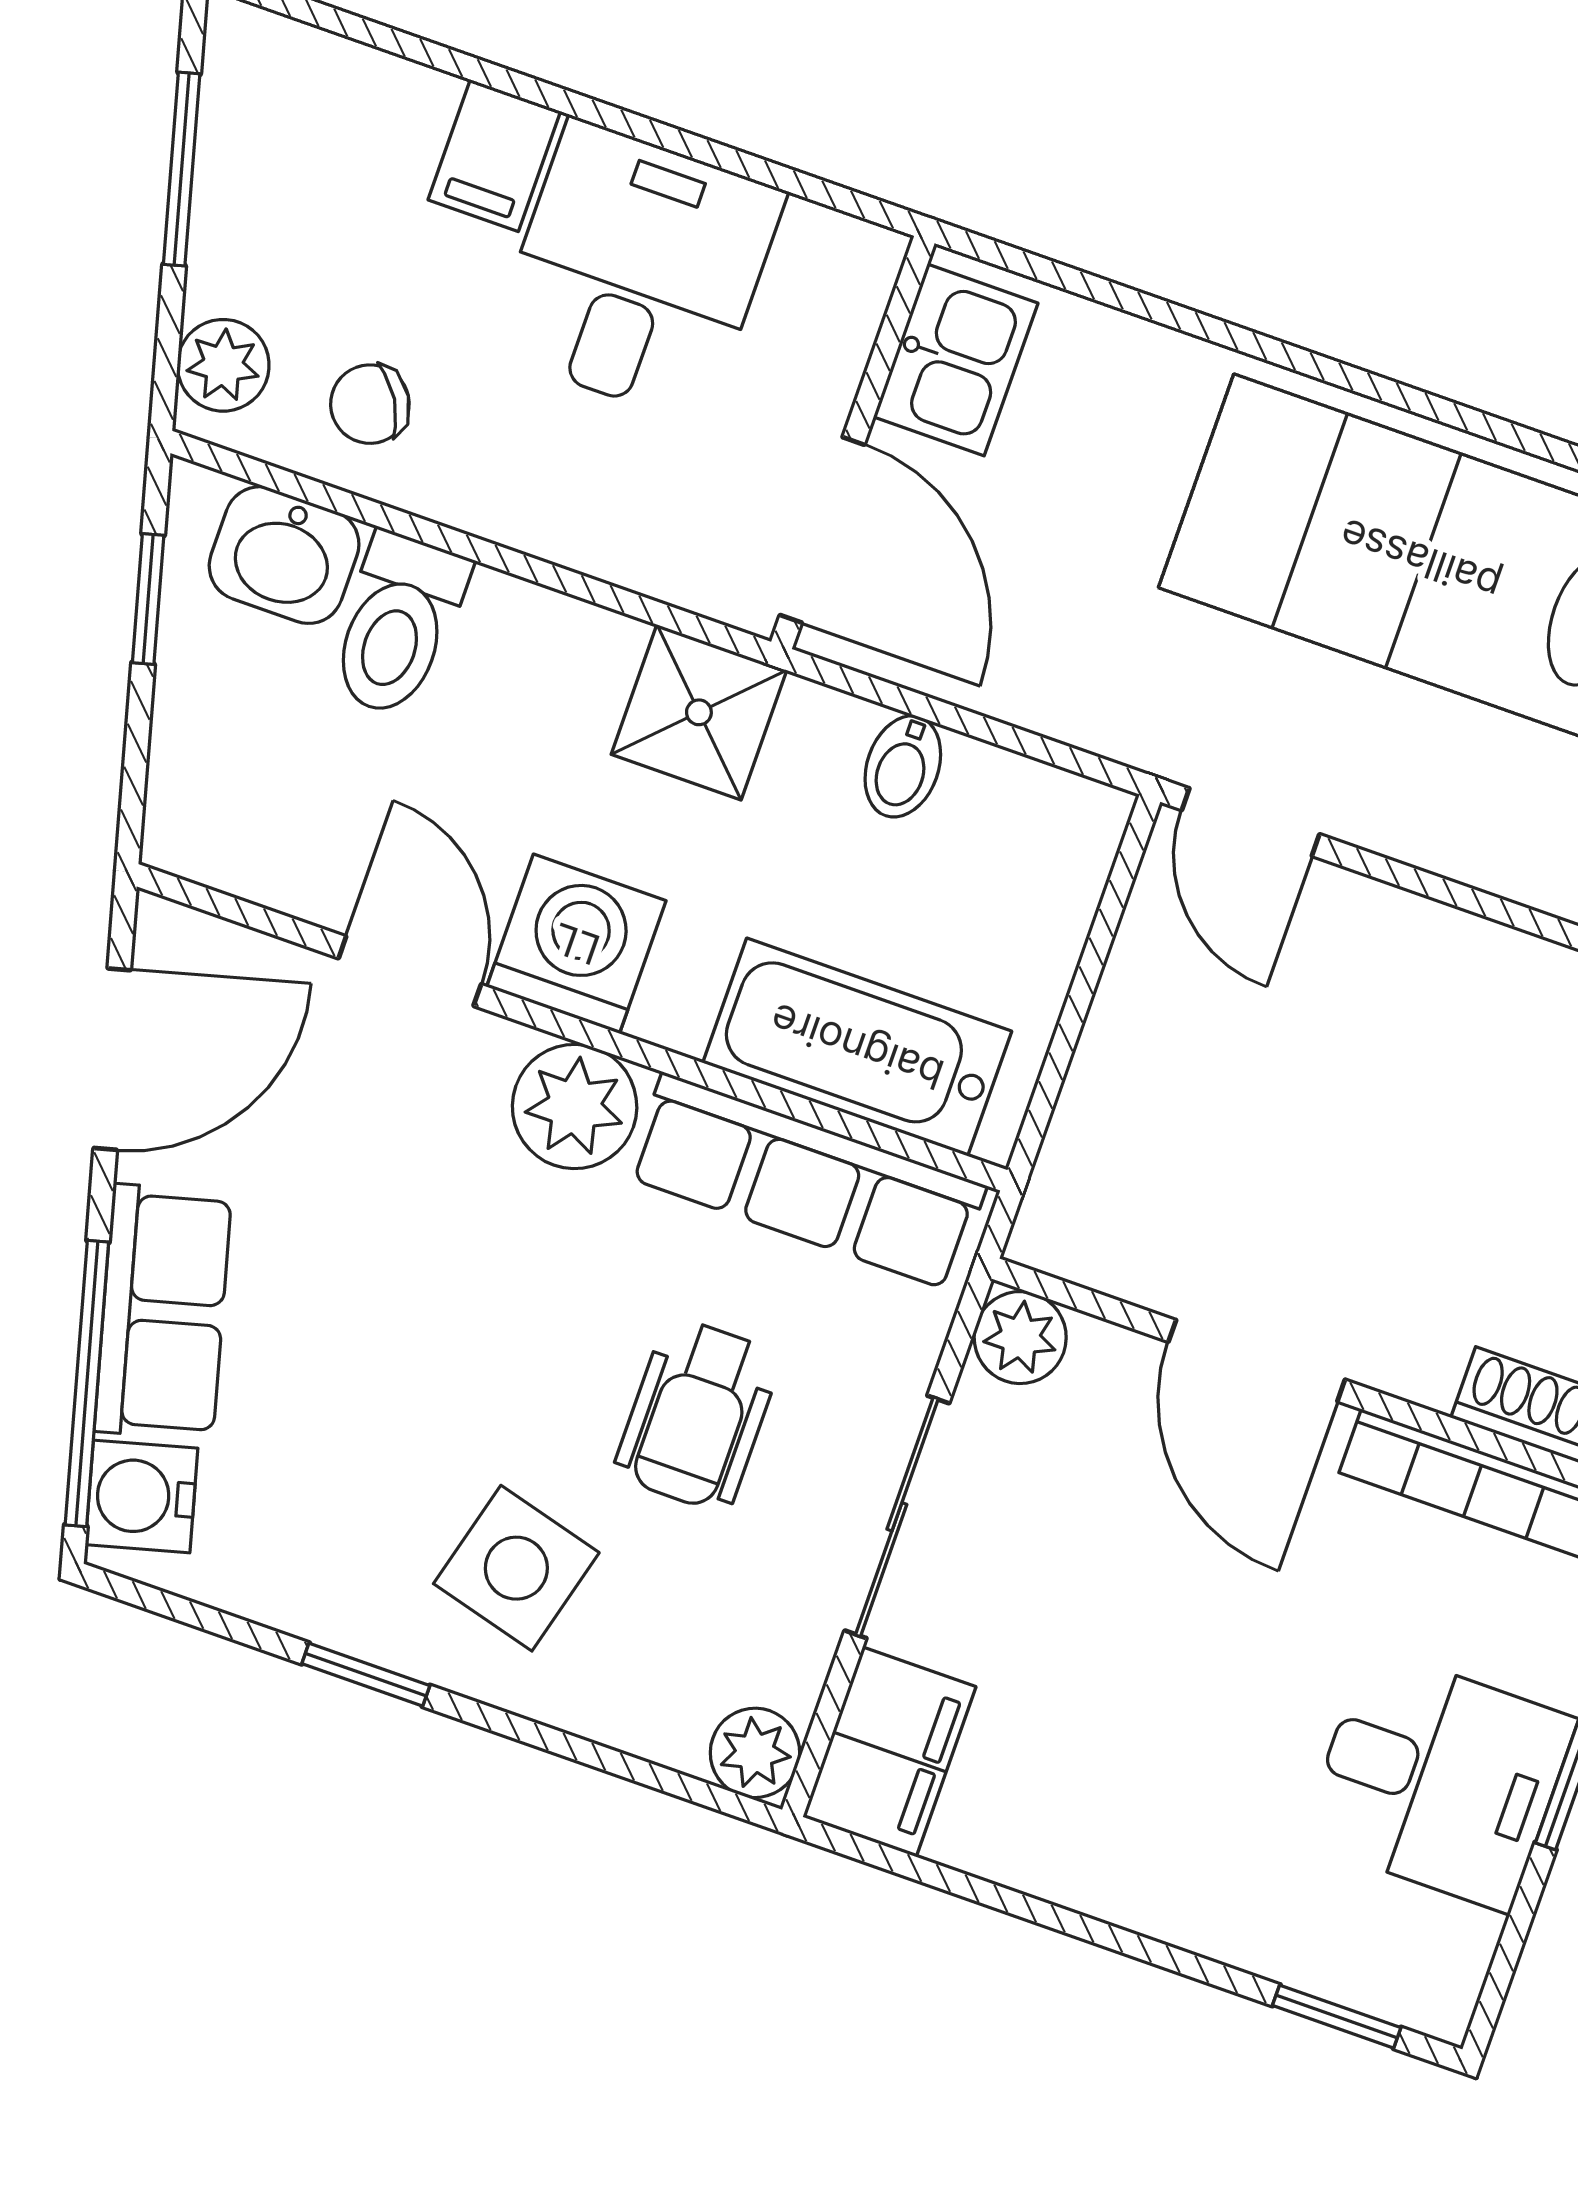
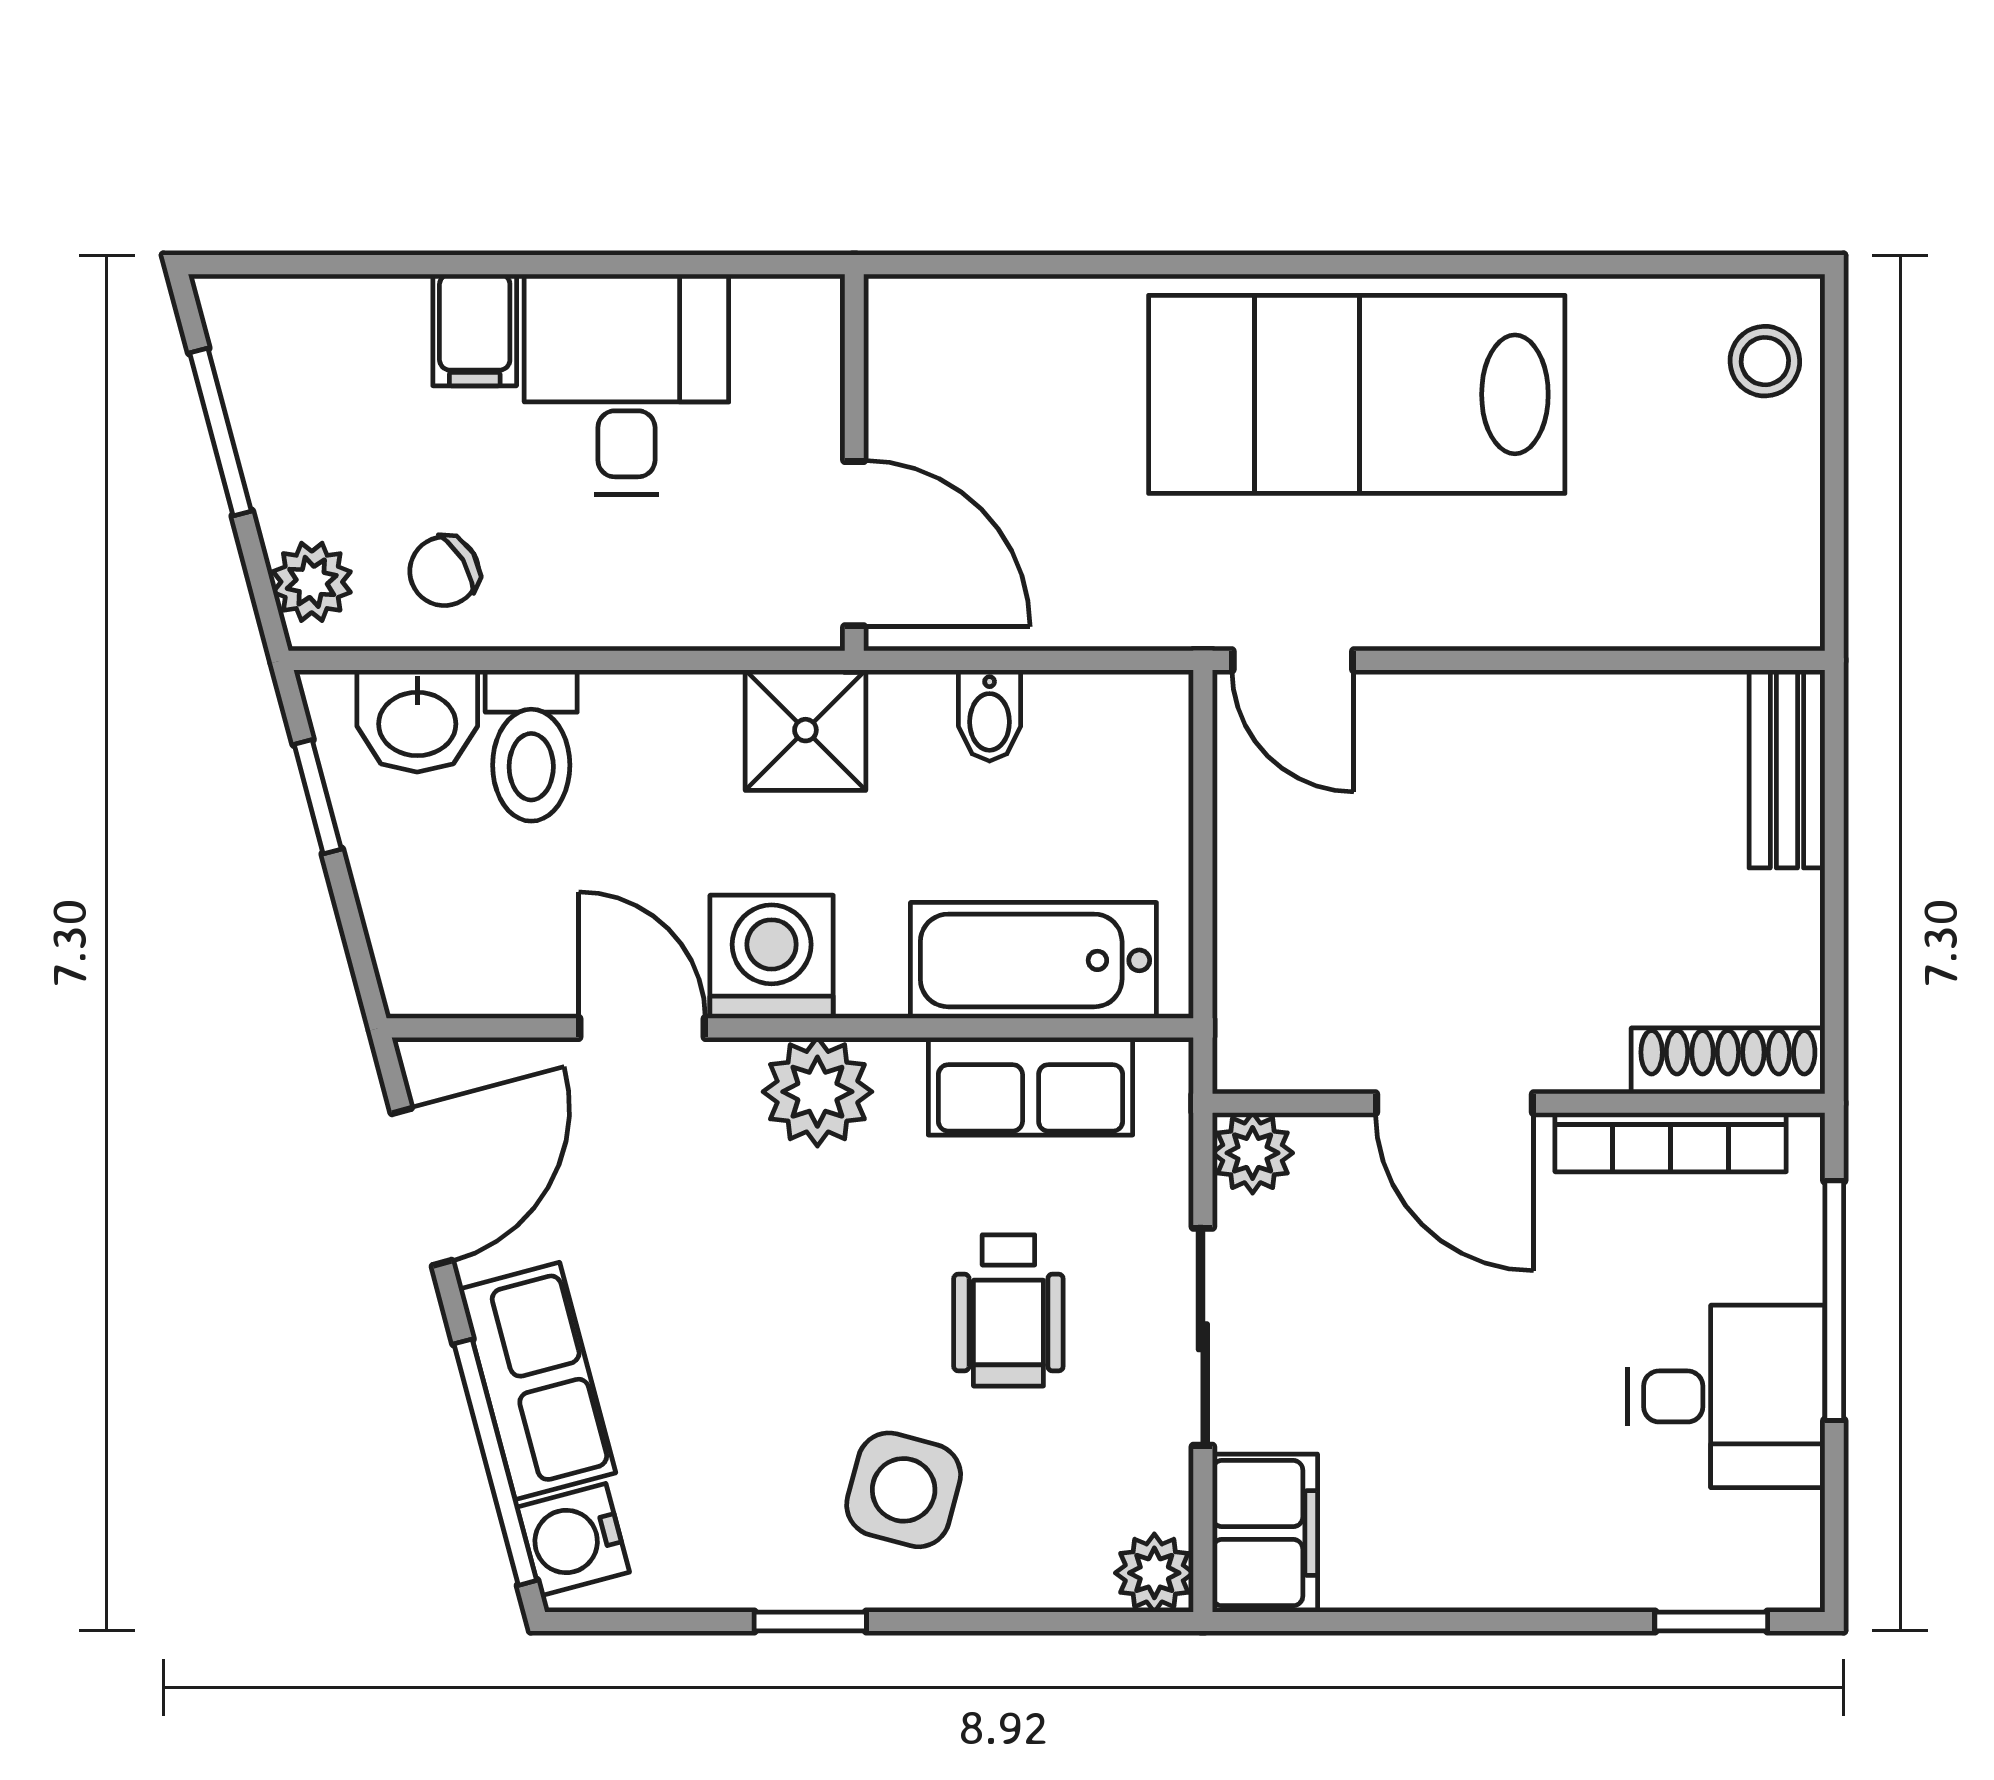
kitchen sink: (956, 360) -> (915, 364), removed
row of seats: (806, 1181) -> (1031, 1086), width x0.68

